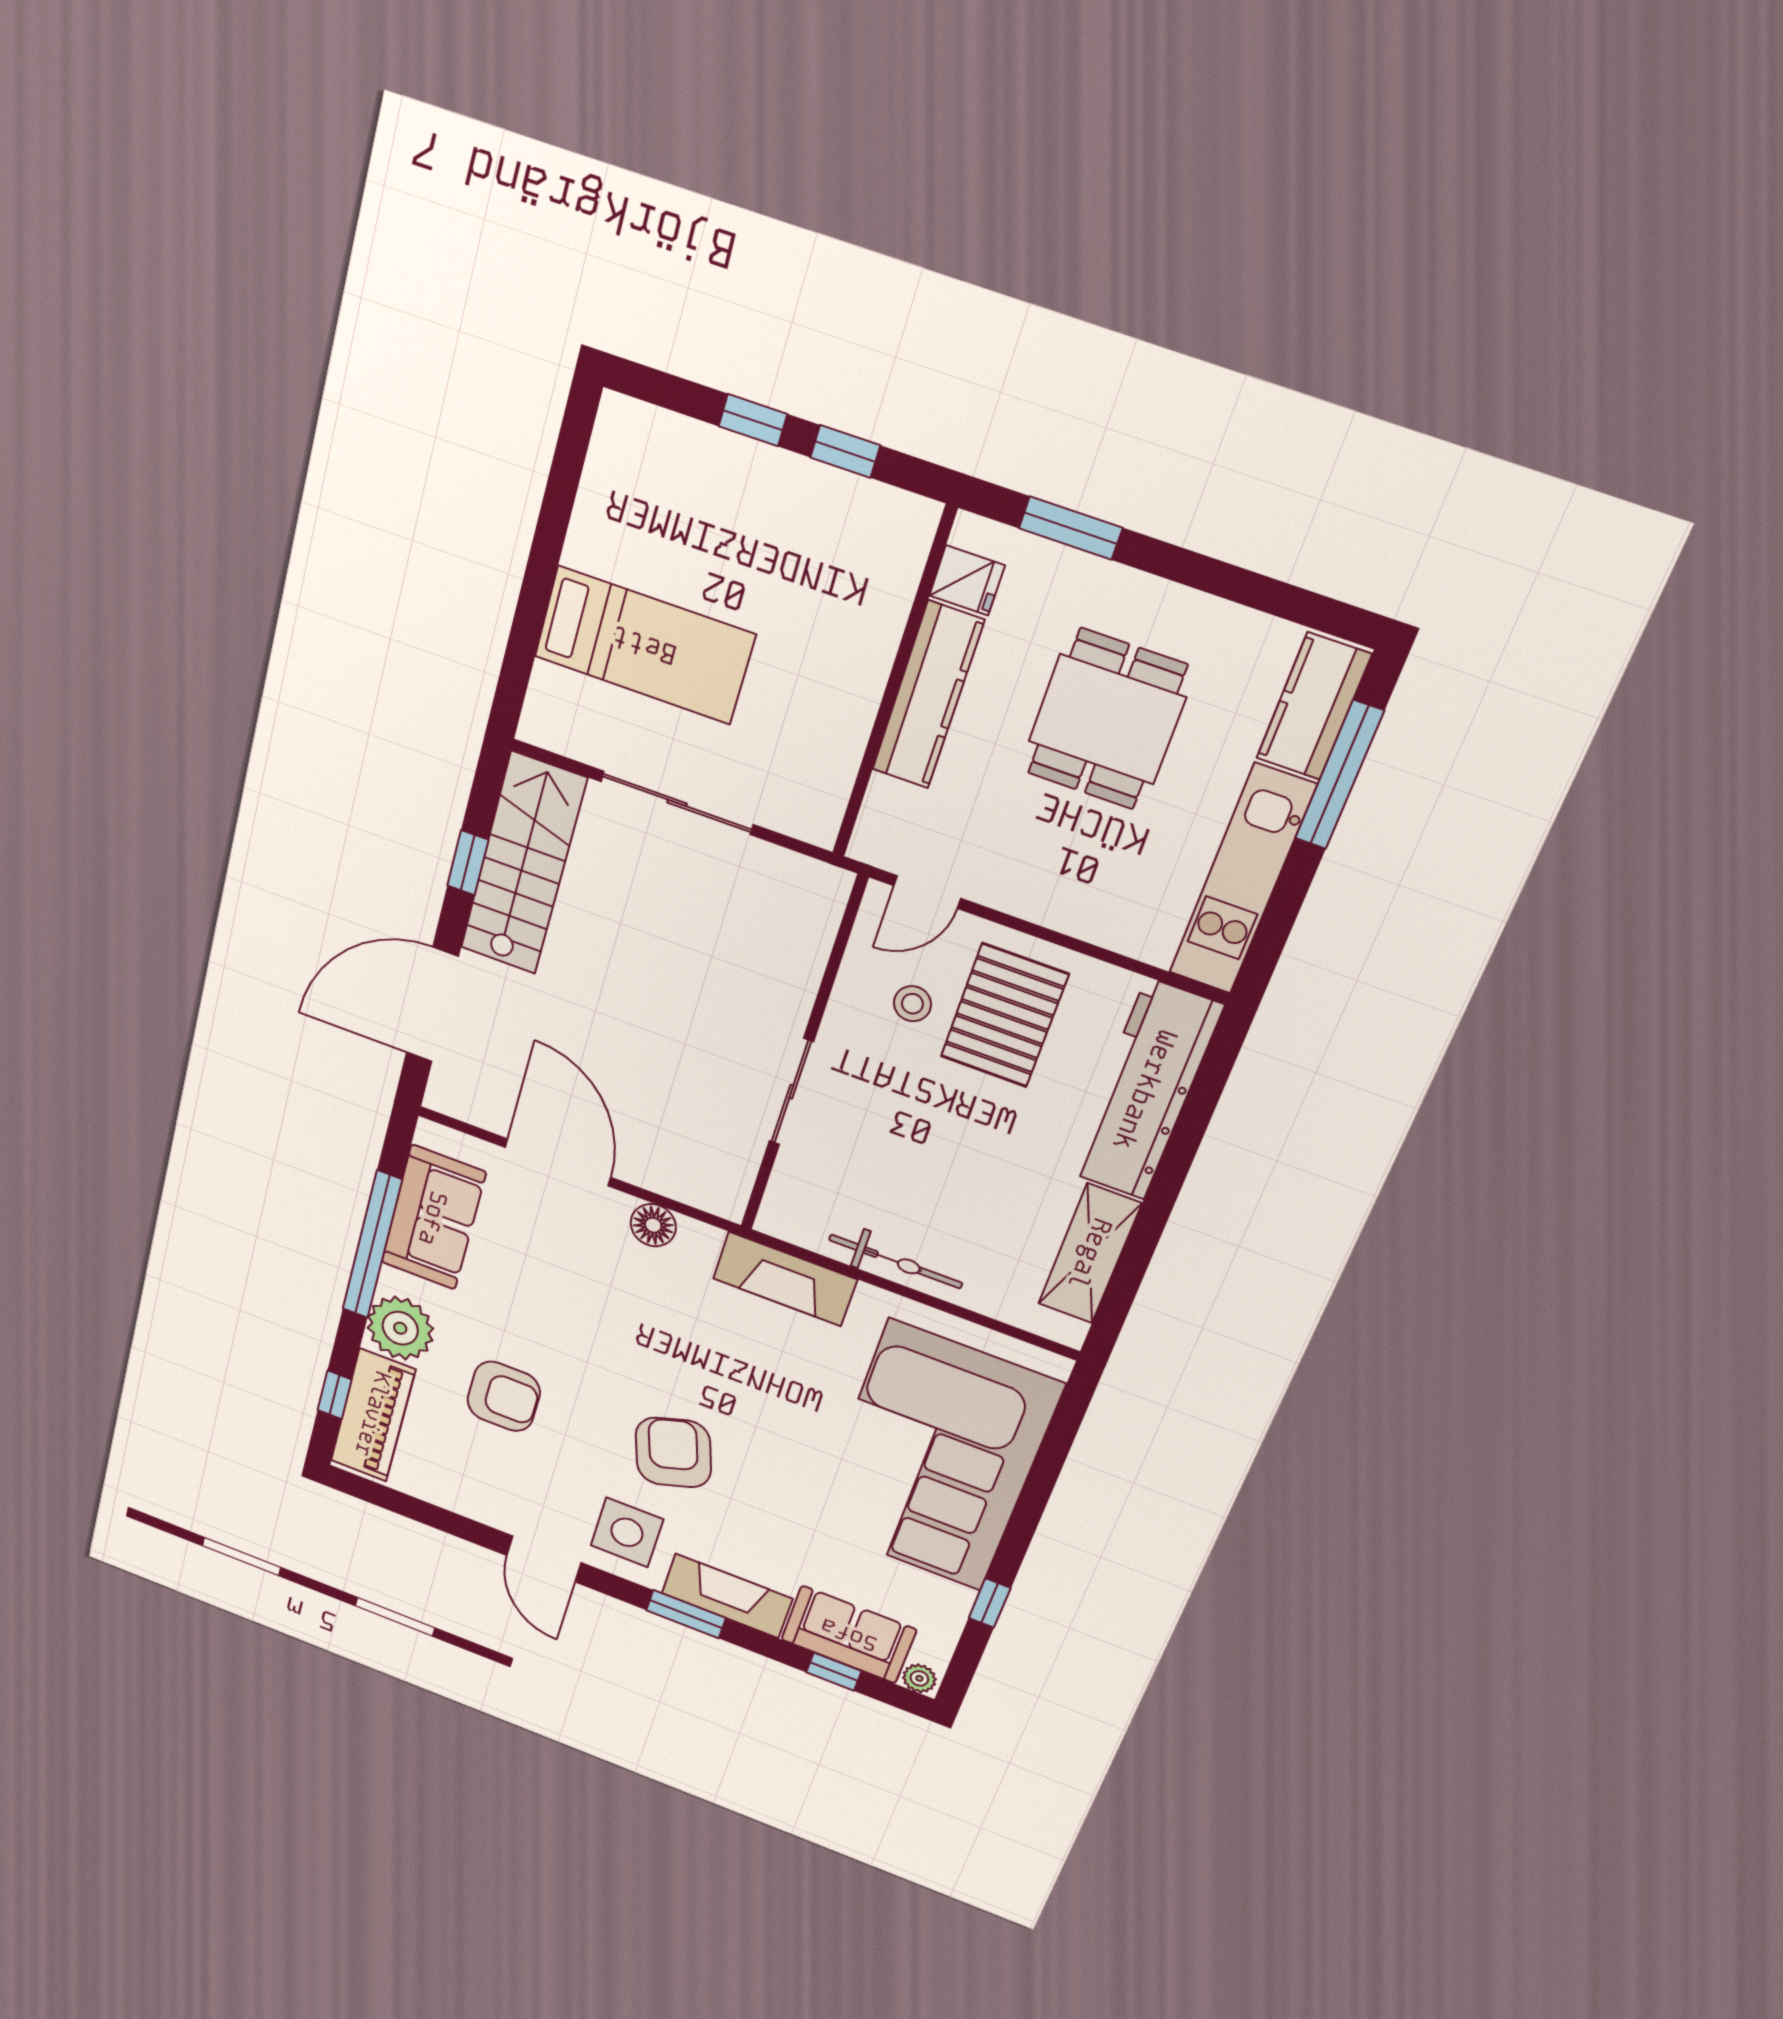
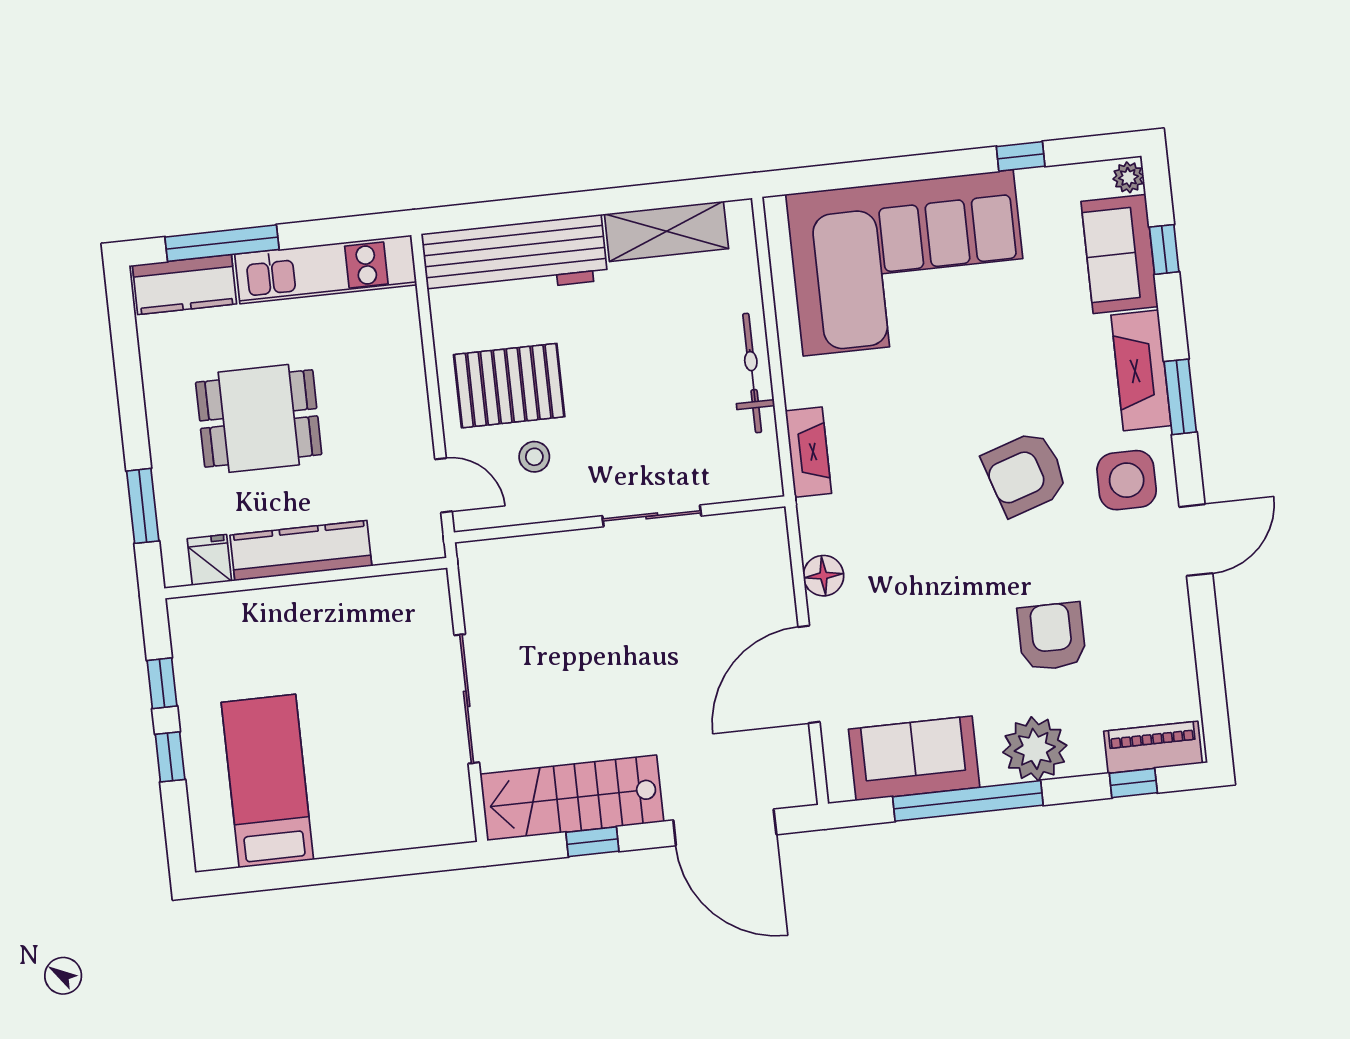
bed: (644, 645) -> (267, 781), moved
fireplace: (785, 1279) -> (808, 452), width x0.73, depth x0.76
piano: (373, 1415) -> (1153, 747), width x0.73, depth x0.75

